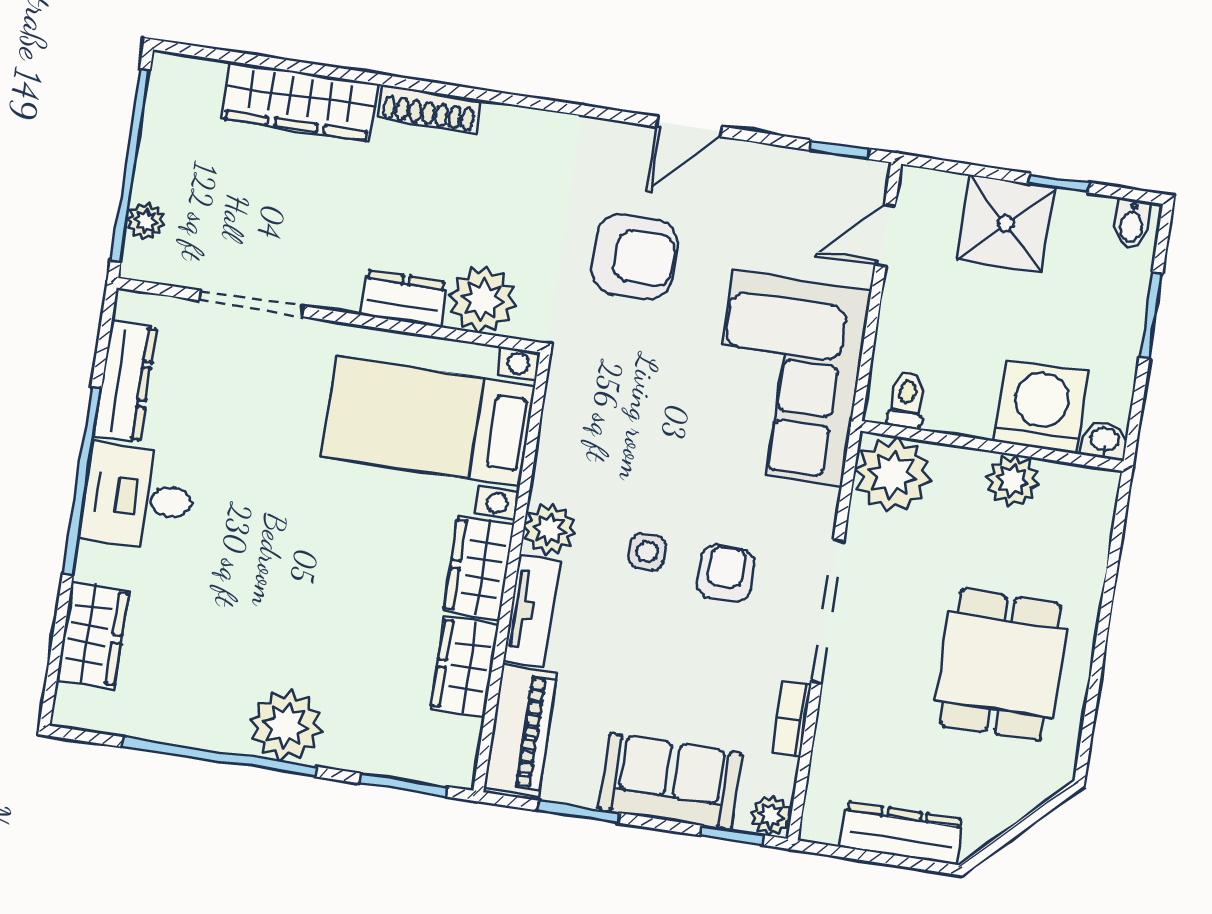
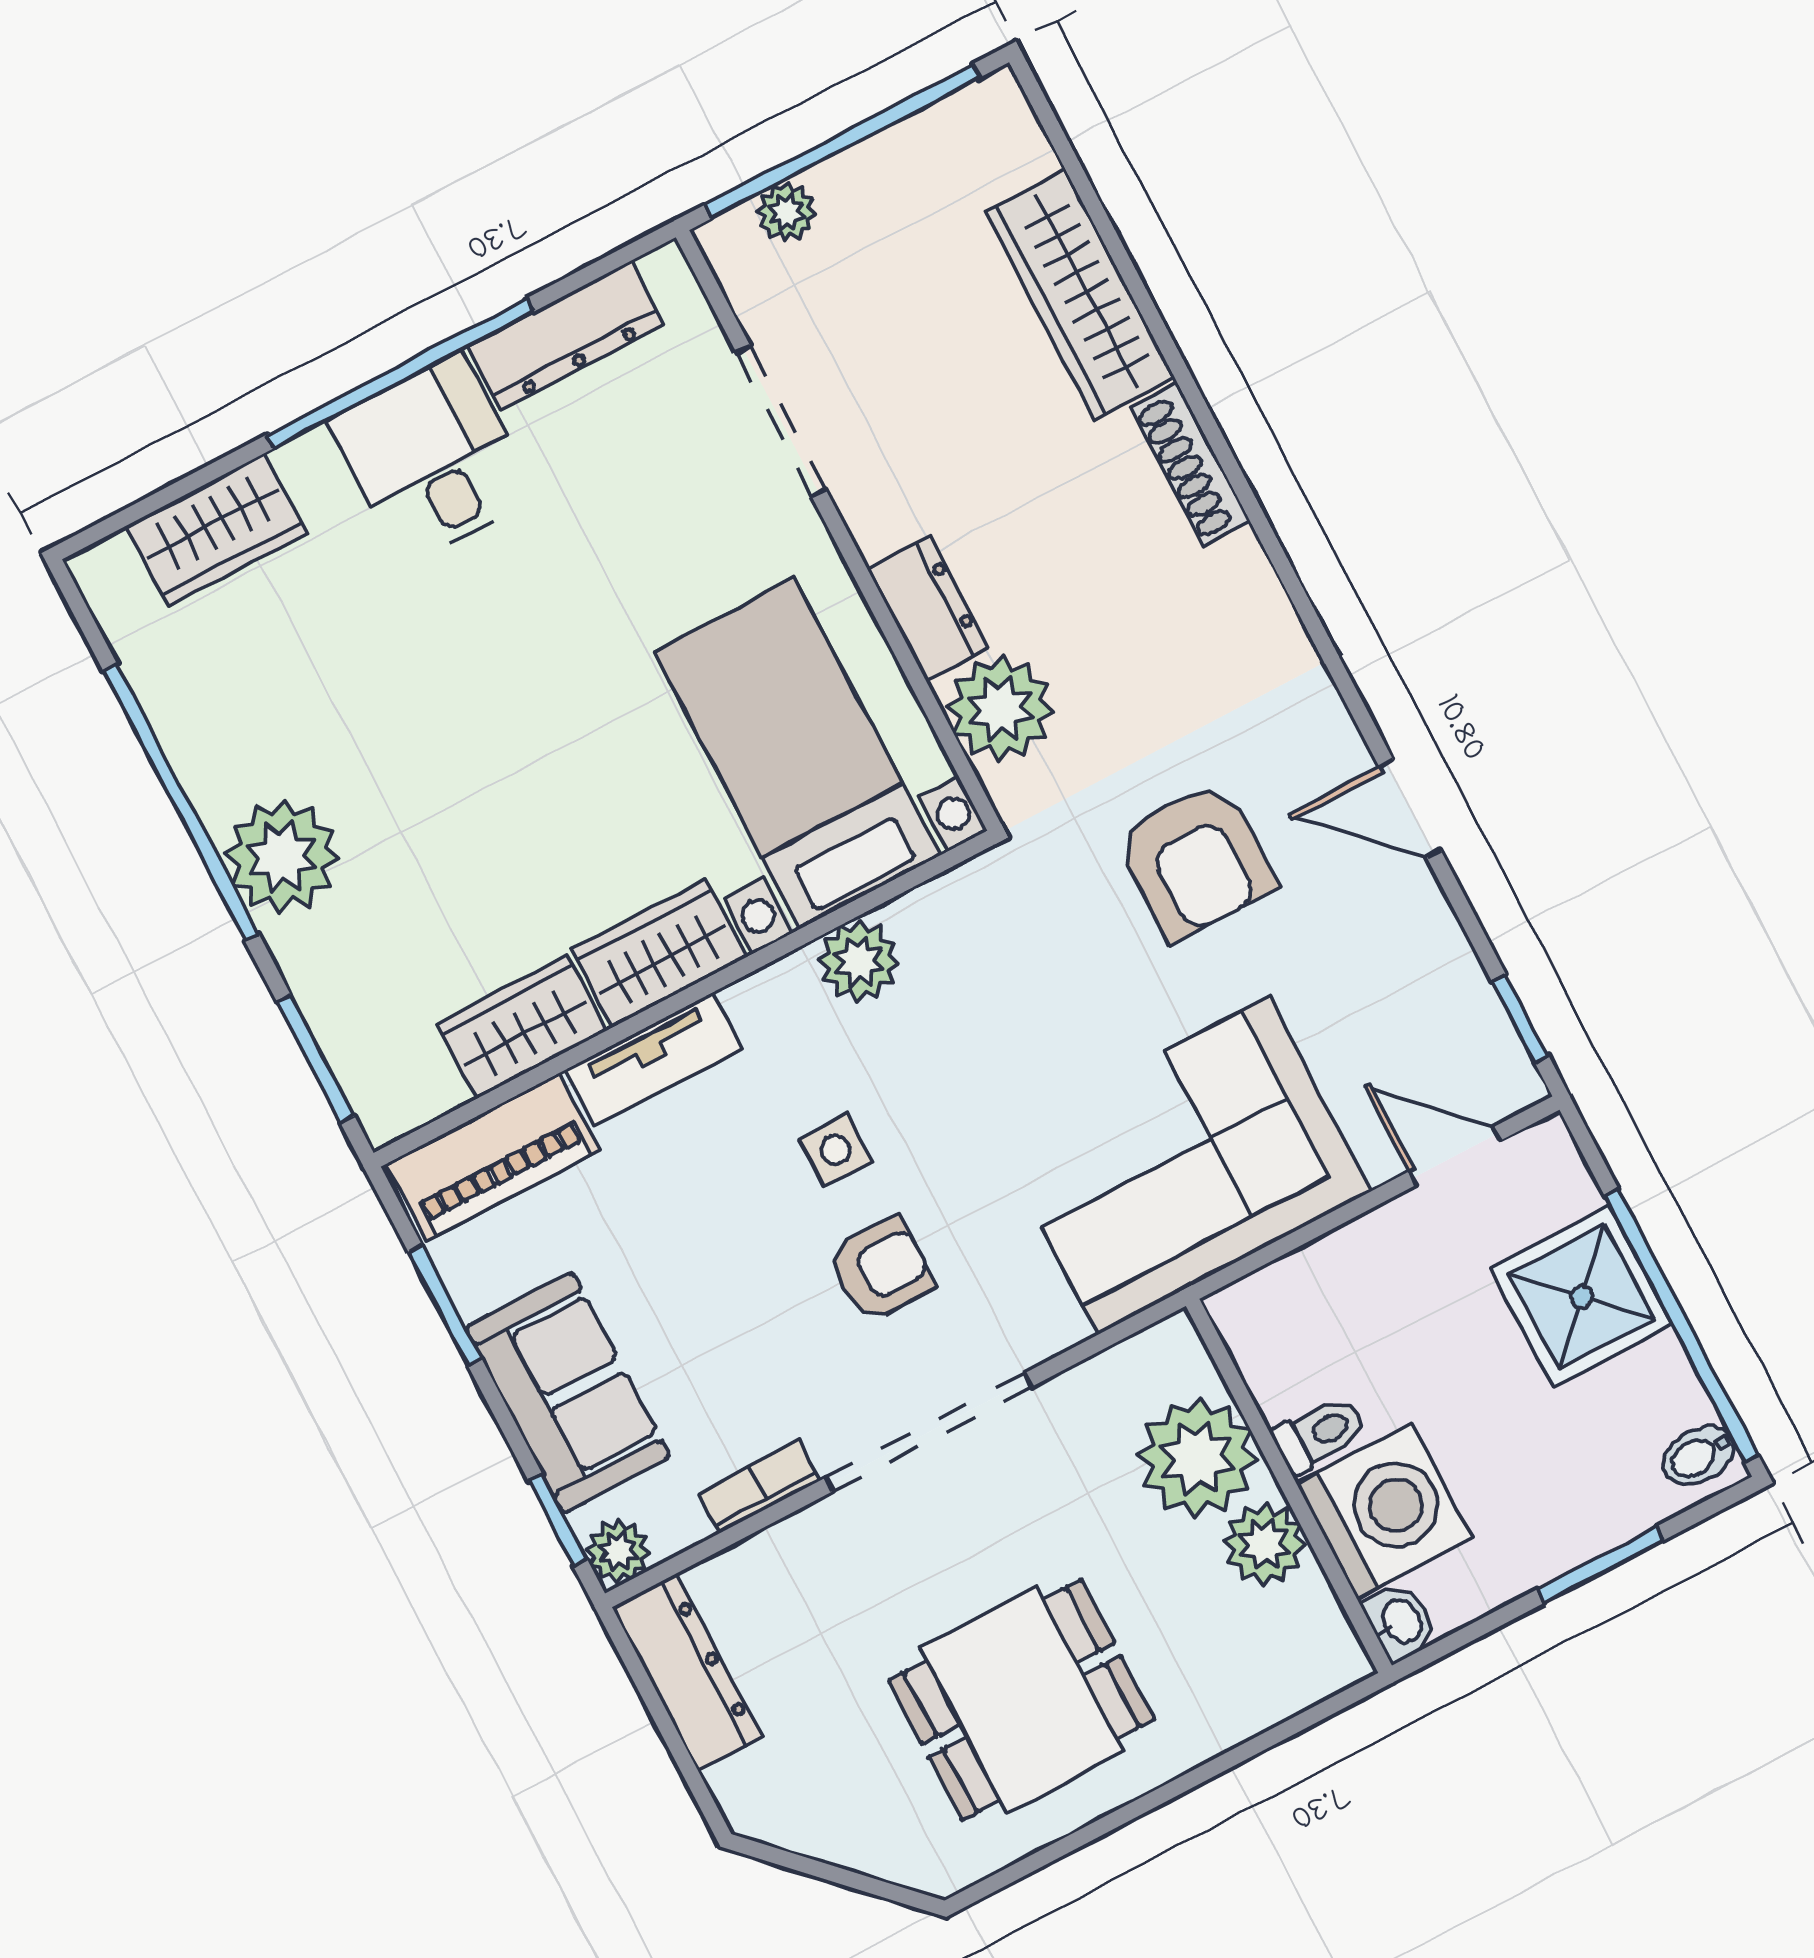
window: (1059, 183) -> (1682, 1326), width x3.17
toilet: (907, 400) -> (1320, 1434), moved
plant: (892, 475) -> (1197, 1458), moved
plant: (549, 529) -> (859, 961), moved
dresser: (902, 833) -> (687, 1672), moved

